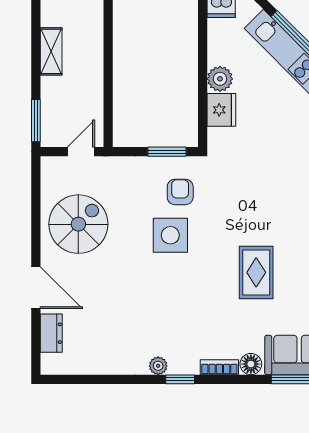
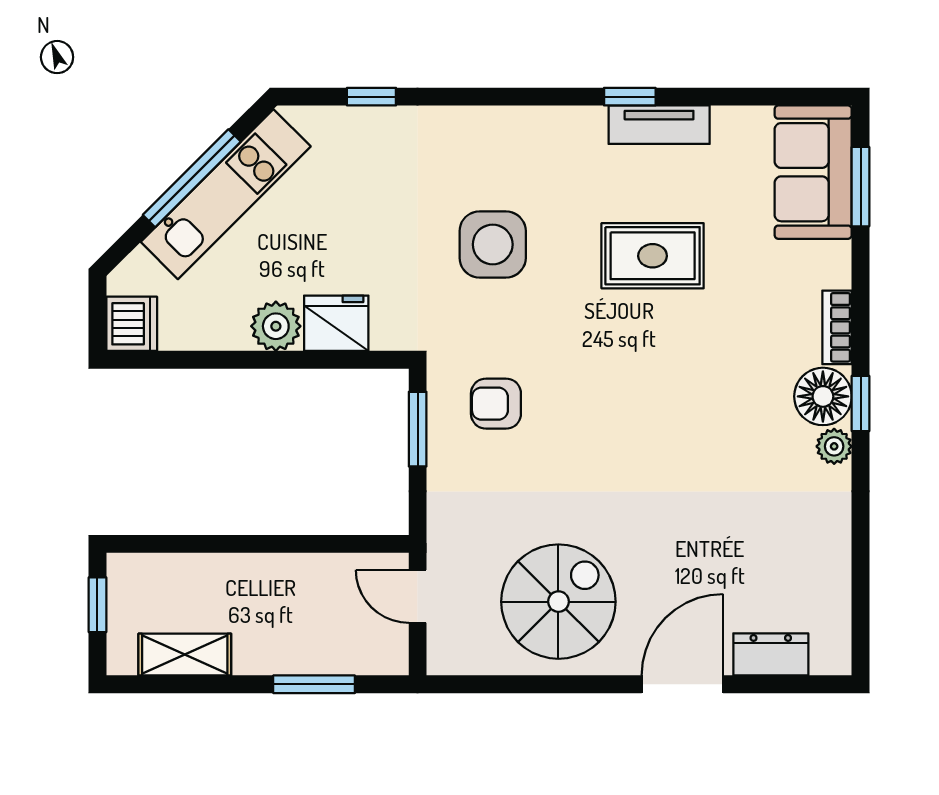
shelving: (51, 51) -> (185, 655), moved
window: (36, 121) -> (314, 684), moved
spiral stairs: (78, 224) -> (558, 602), turned 90
side table: (170, 235) -> (493, 244), moved
floor lamp: (251, 364) -> (823, 396), moved, width x1.38, depth x1.38

